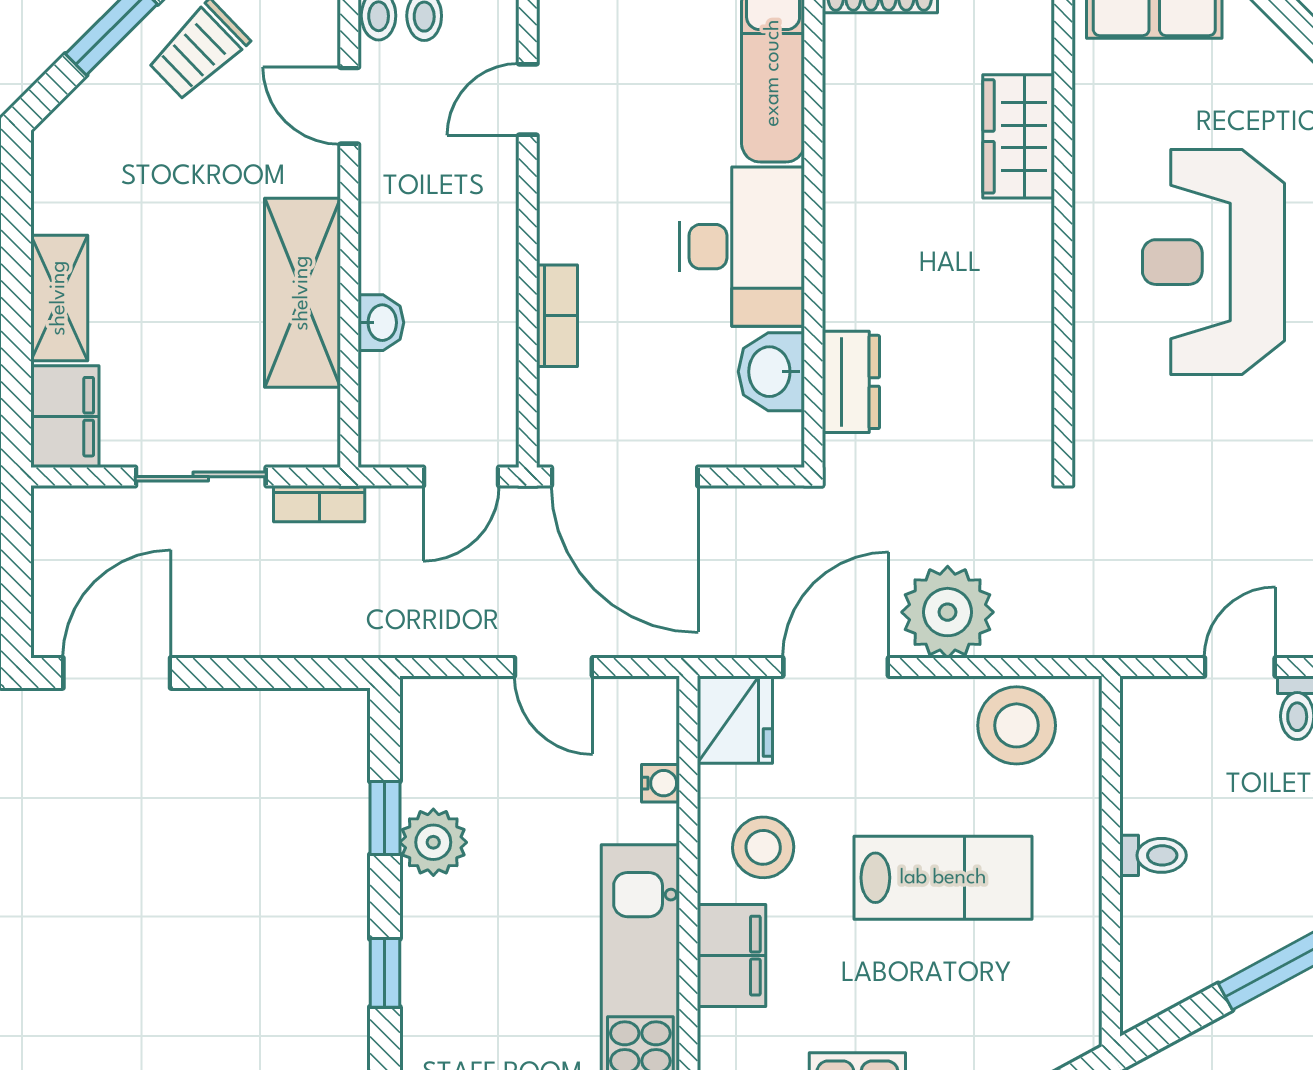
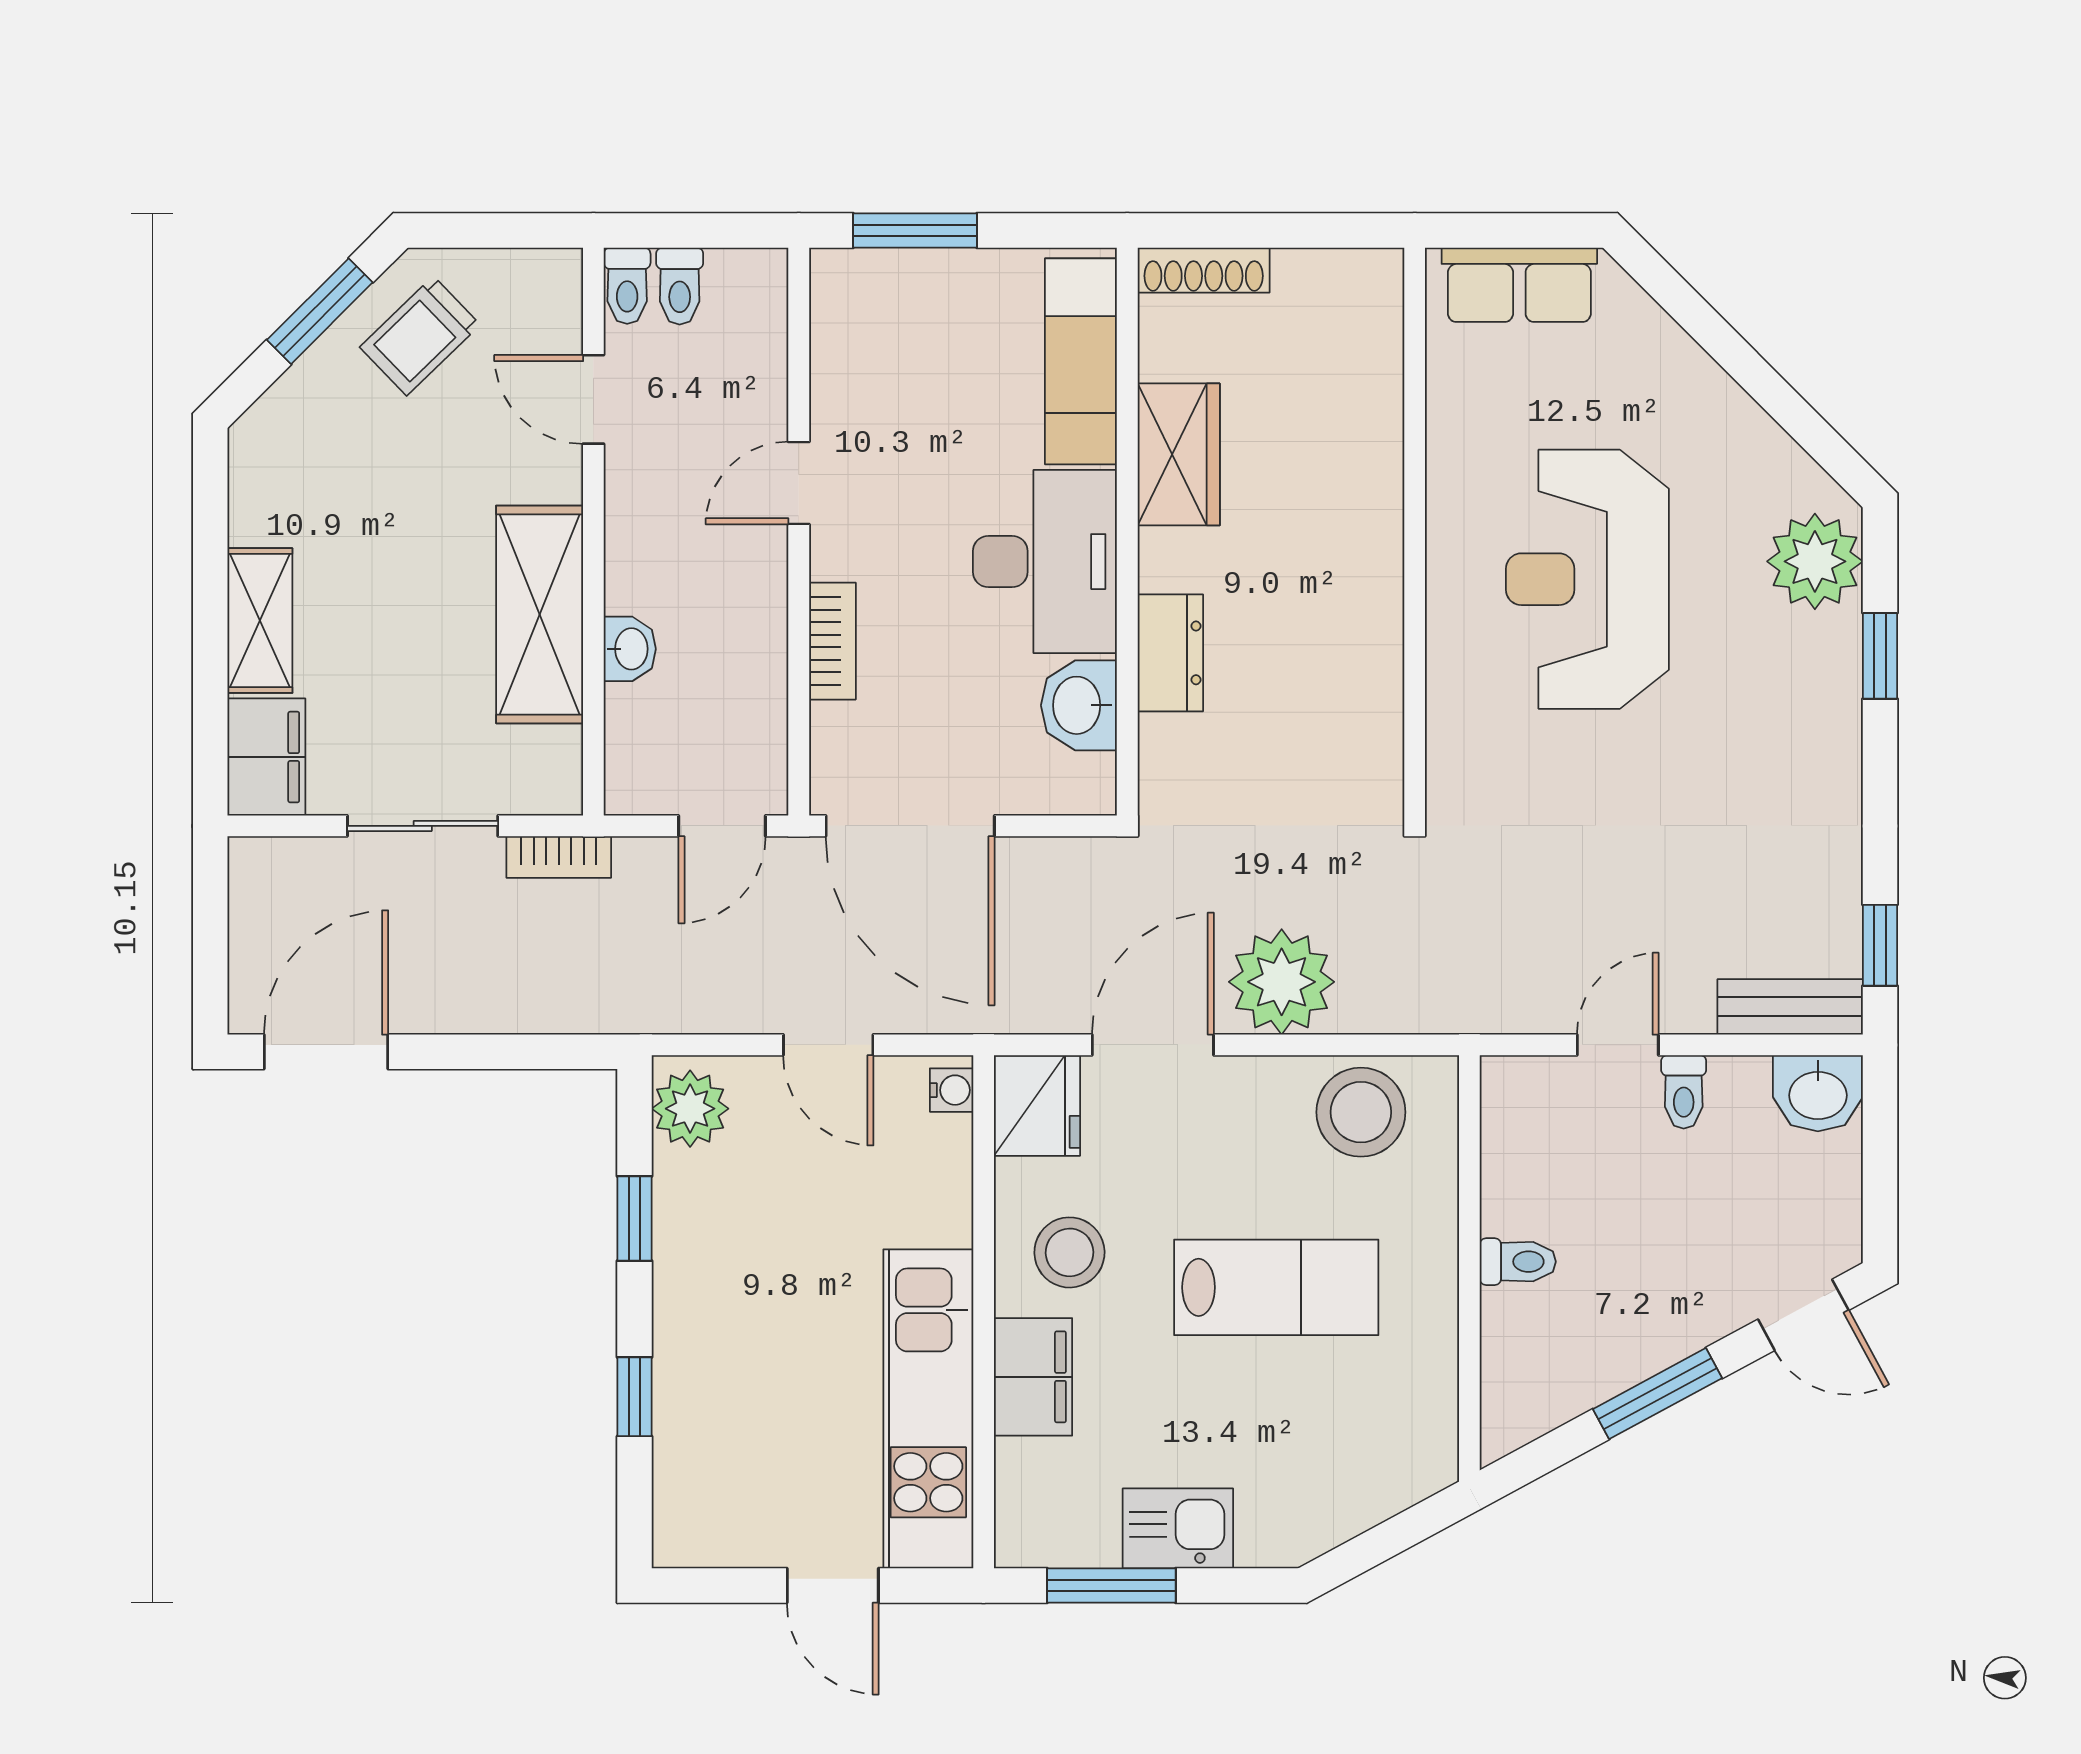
door: (528, 99) -> (799, 483), moved
wardrobe: (1019, 136) -> (1179, 454), moved, turned 180
dresser: (851, 382) -> (1170, 653), moved
water cooler: (661, 783) -> (952, 1090), moved
plant: (433, 842) -> (690, 1109), moved

